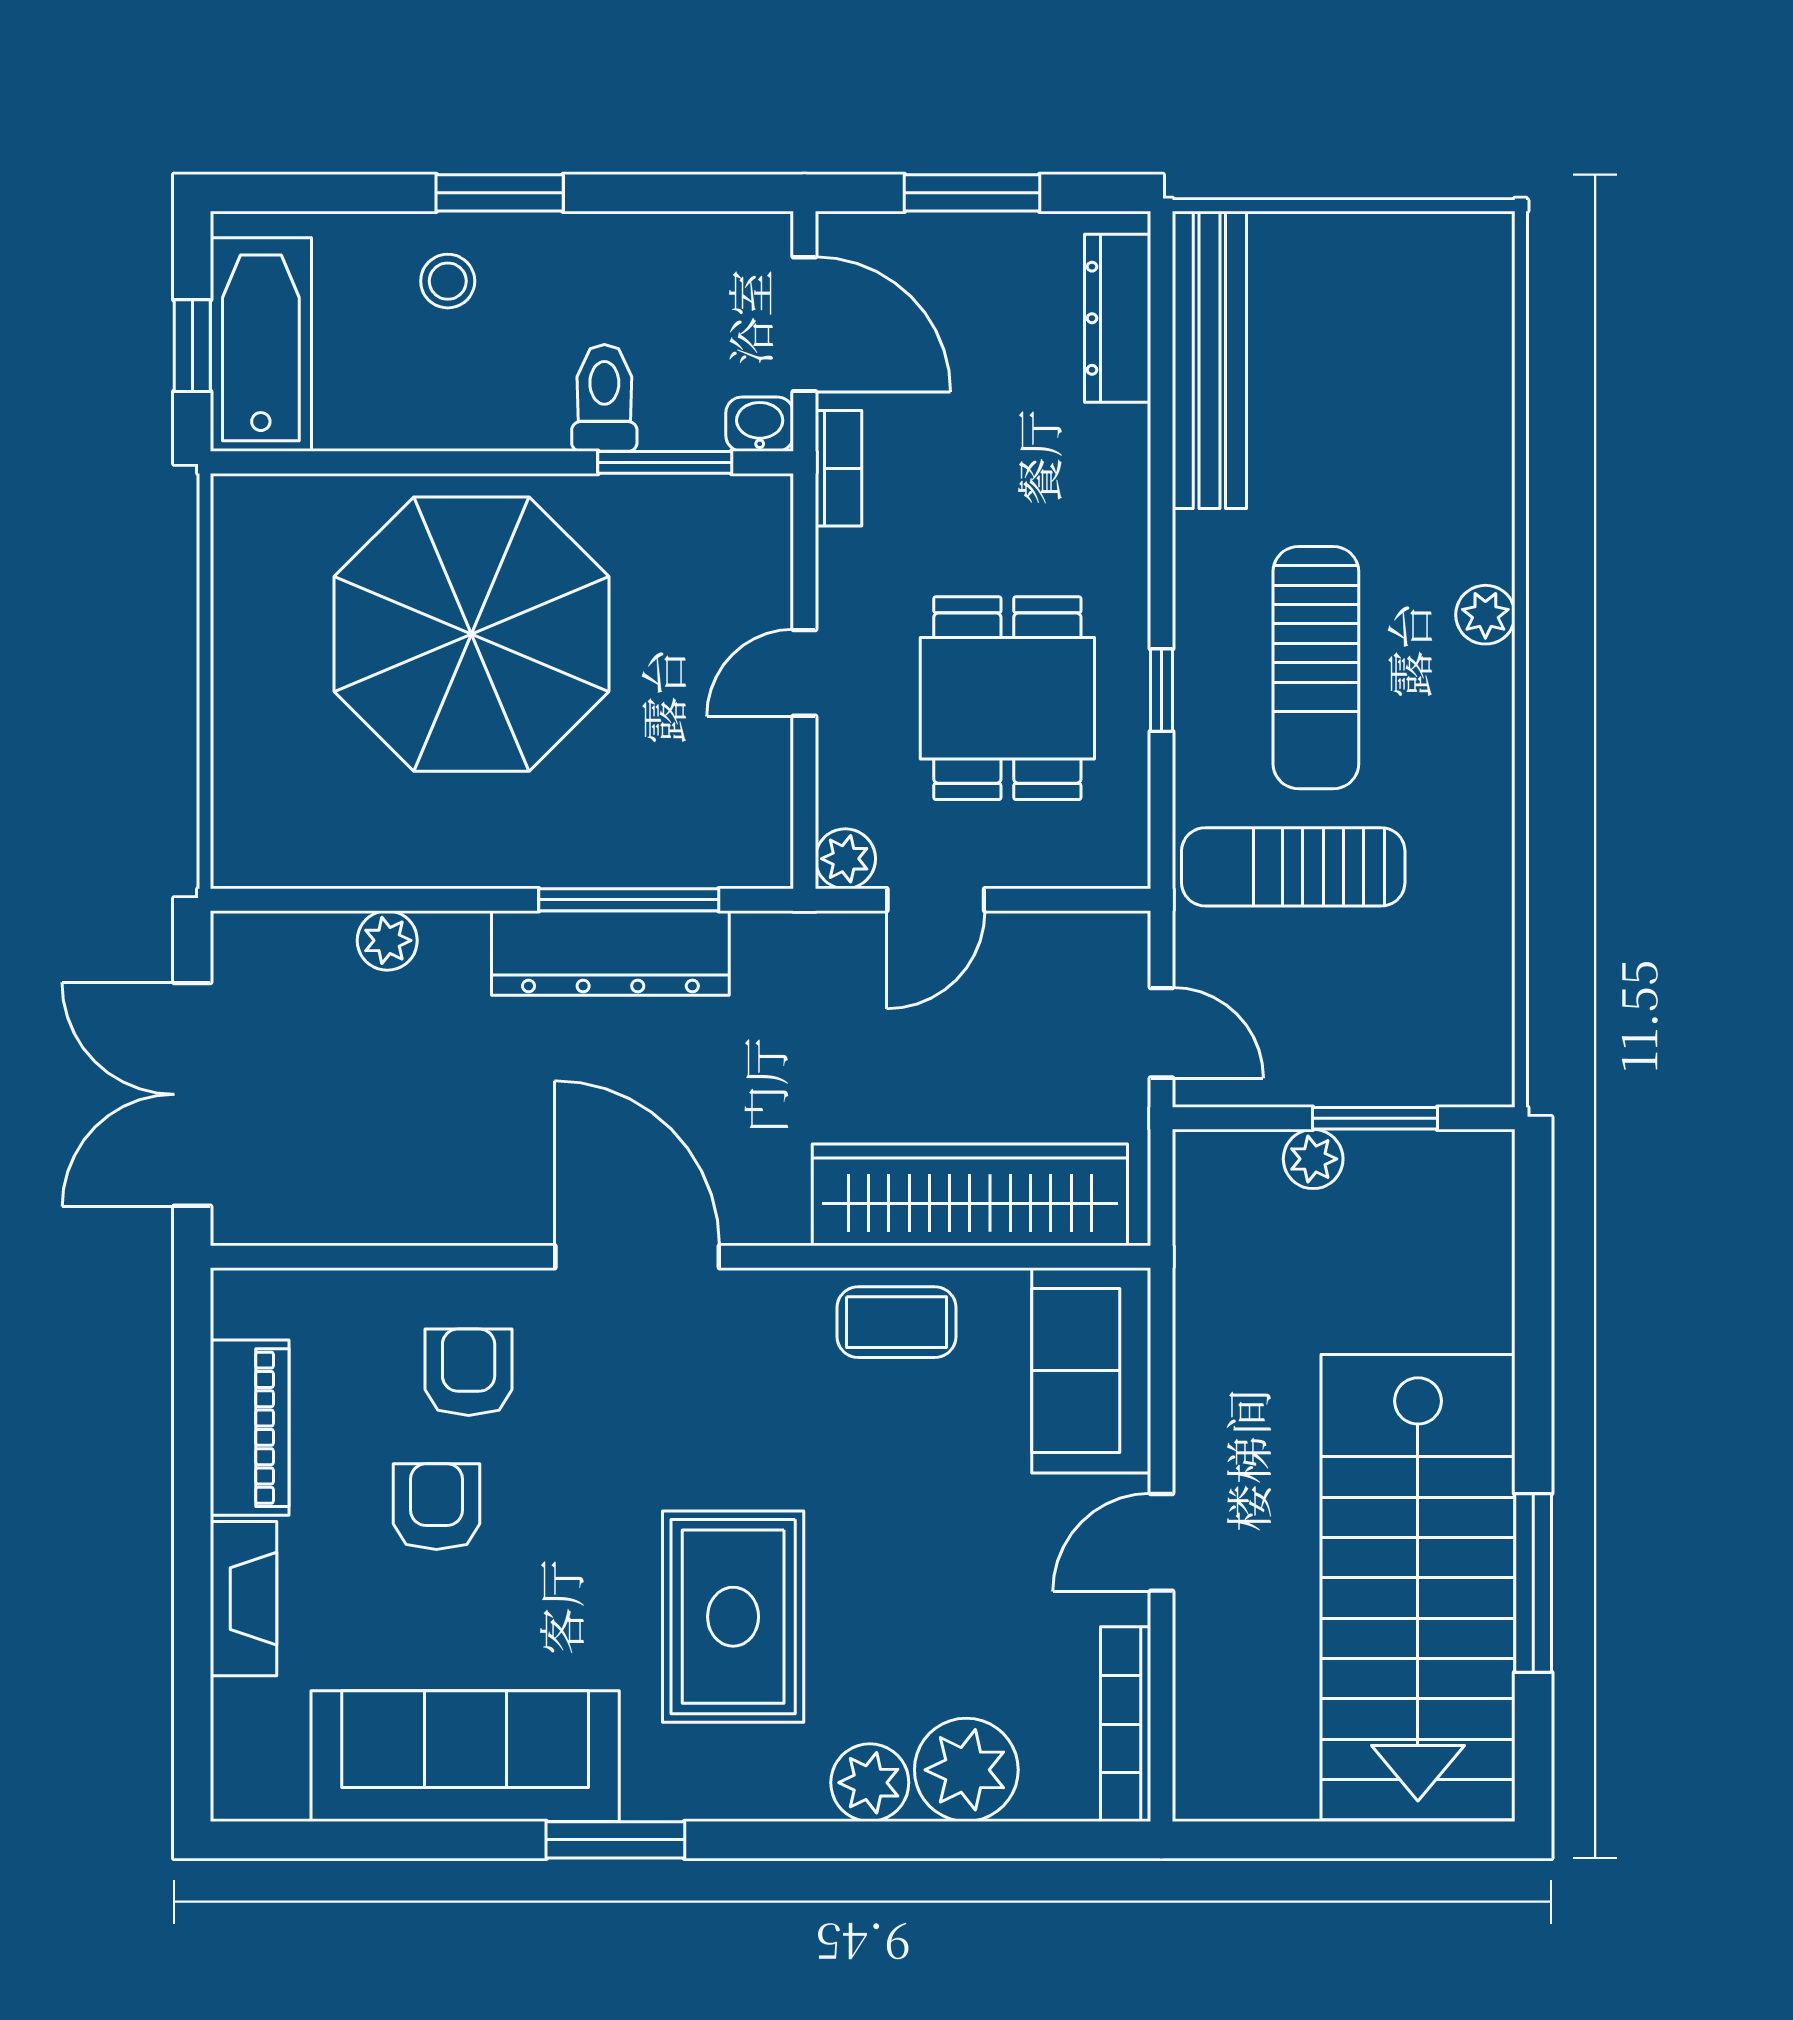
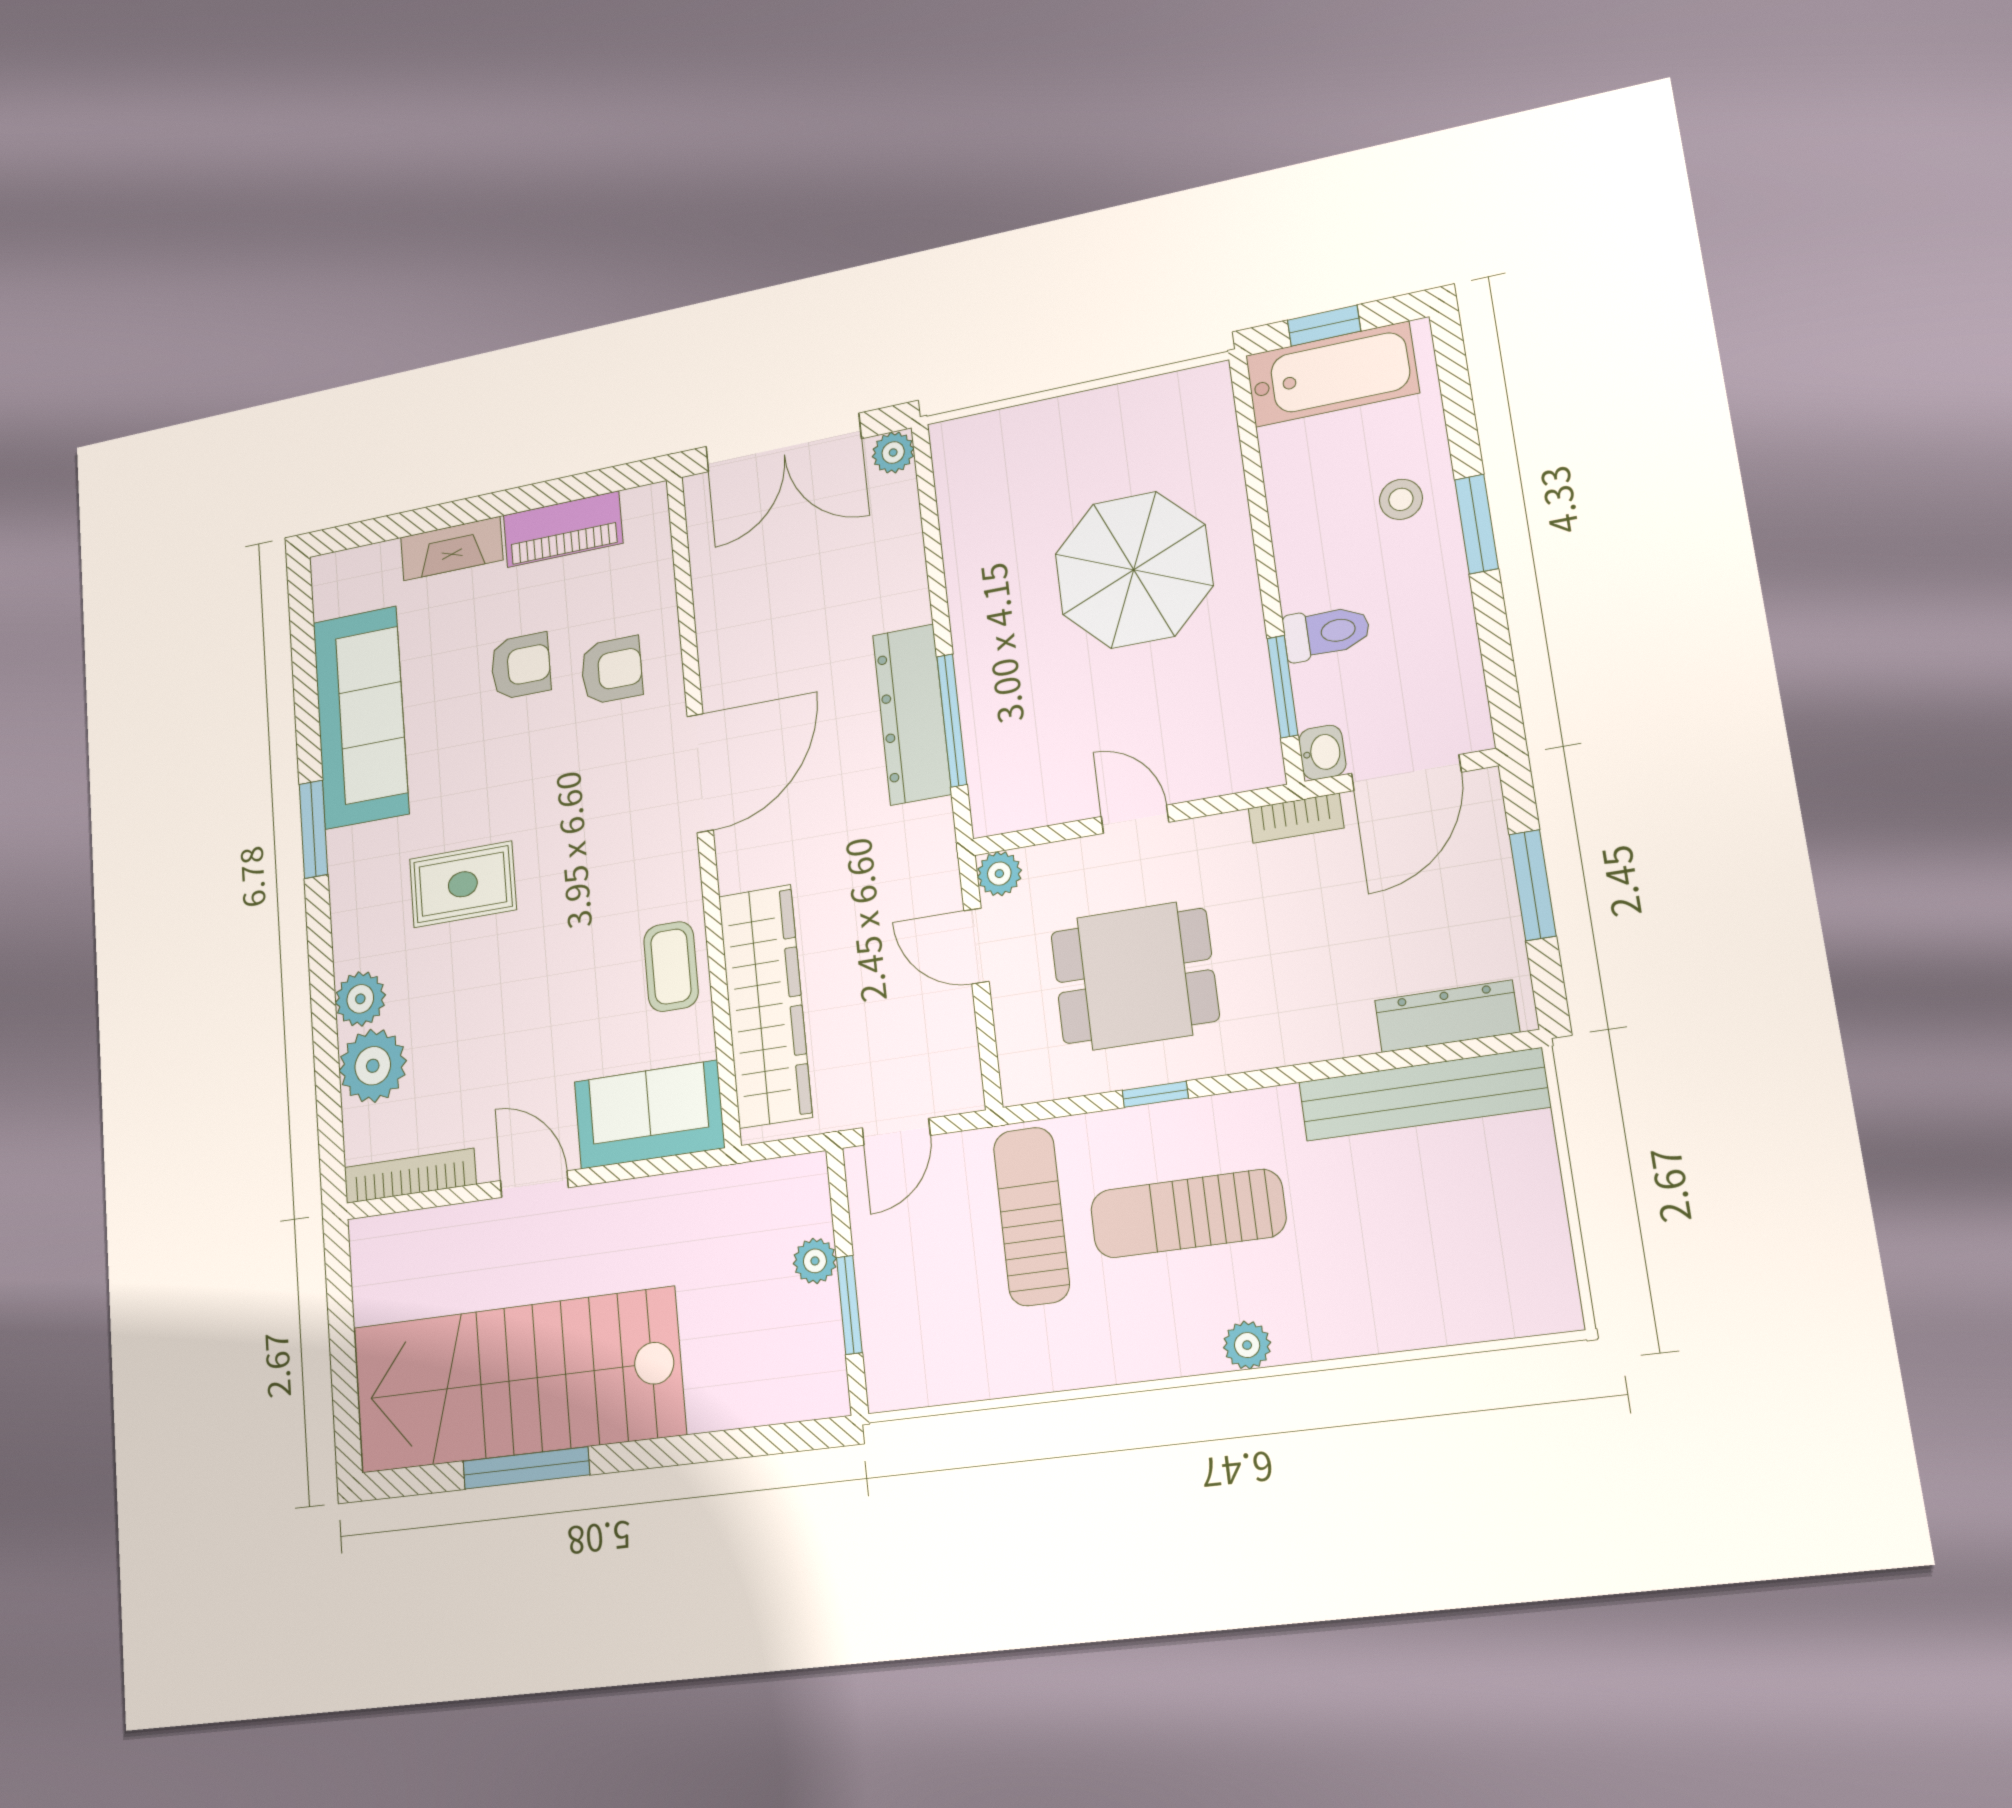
parasol: (471, 634) -> (1134, 570), width x0.73, depth x0.73
plant: (387, 940) -> (893, 453), moved
double door: (192, 1094) -> (783, 443), swing flipped
rug: (733, 1617) -> (463, 884), width x0.73, depth x0.70

